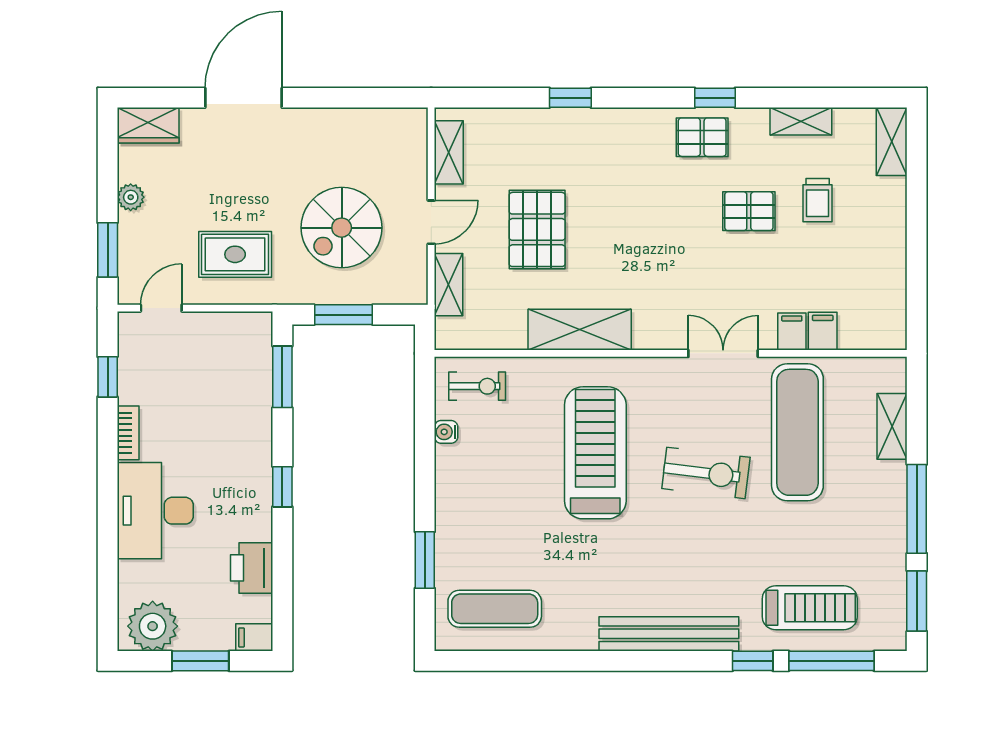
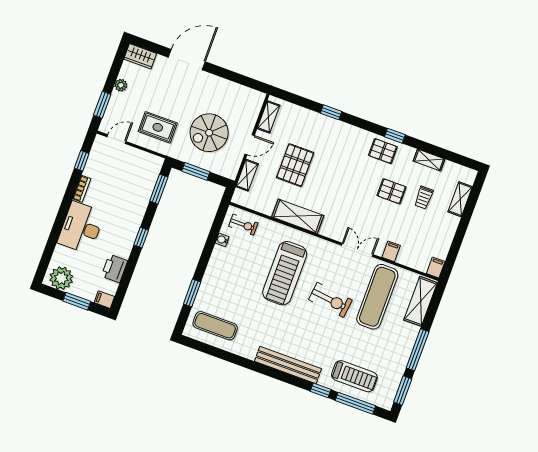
shelving: (892, 142) -> (460, 199), moved
filing cabinet: (823, 331) -> (436, 267), moved
shelving: (892, 426) -> (421, 301), width x1.50, depth x1.33
treadmill: (595, 453) -> (285, 273), turned 180

